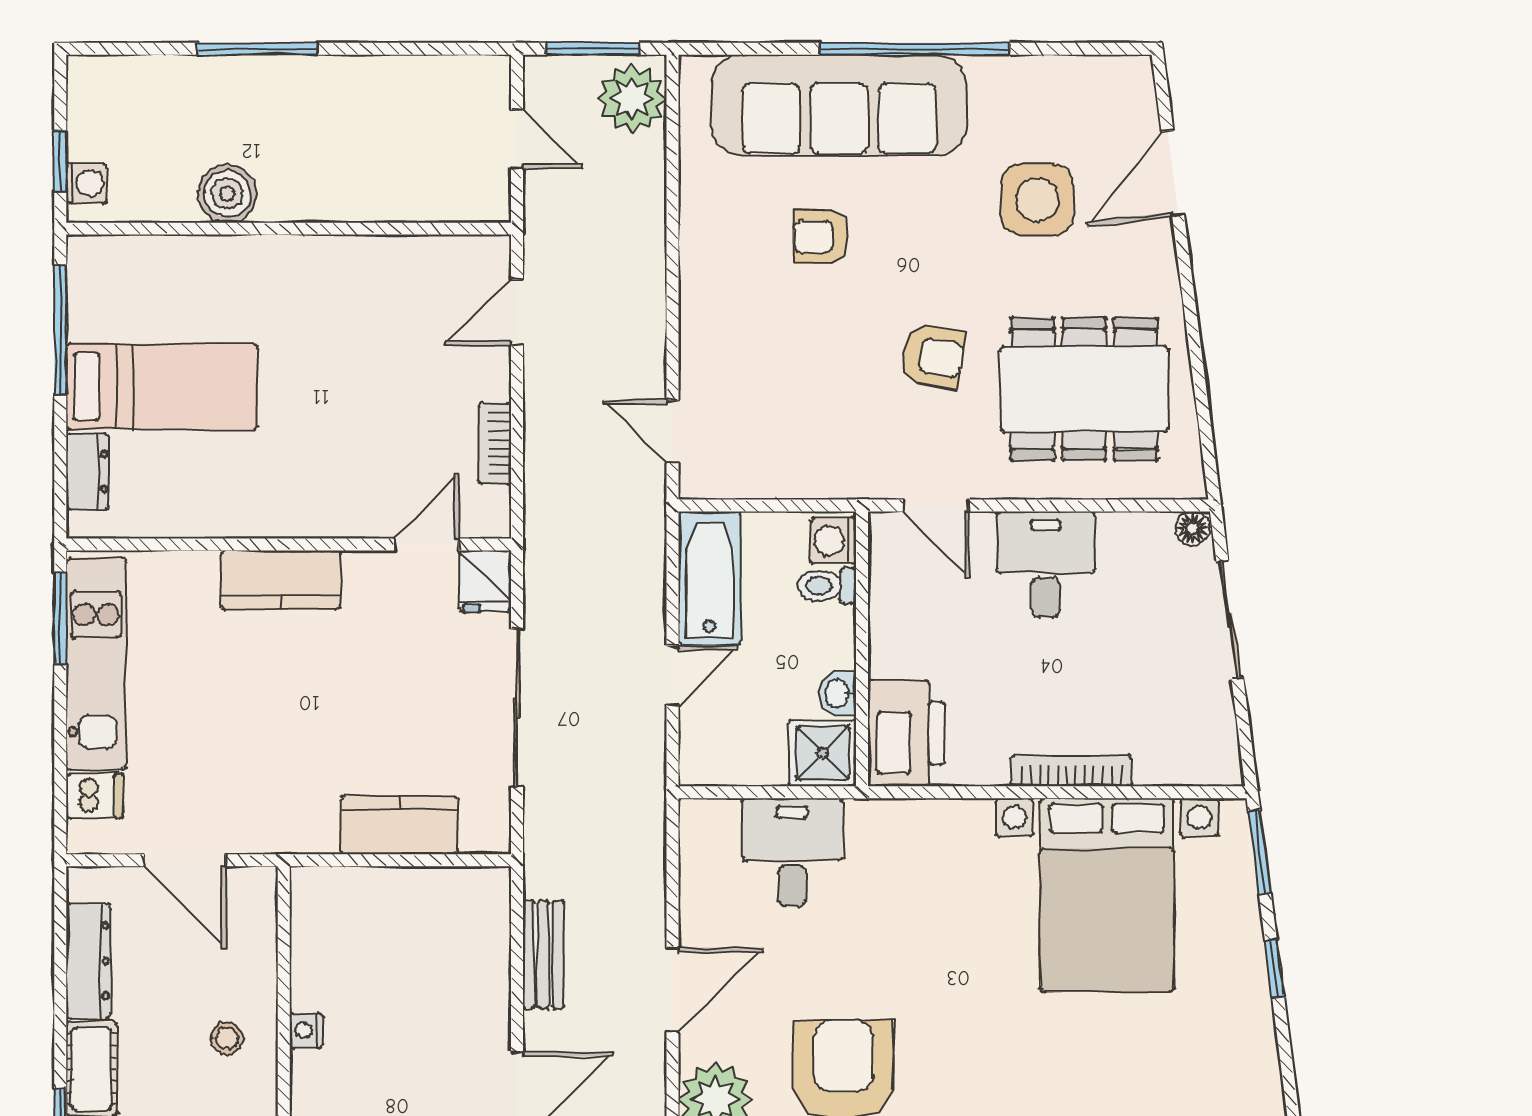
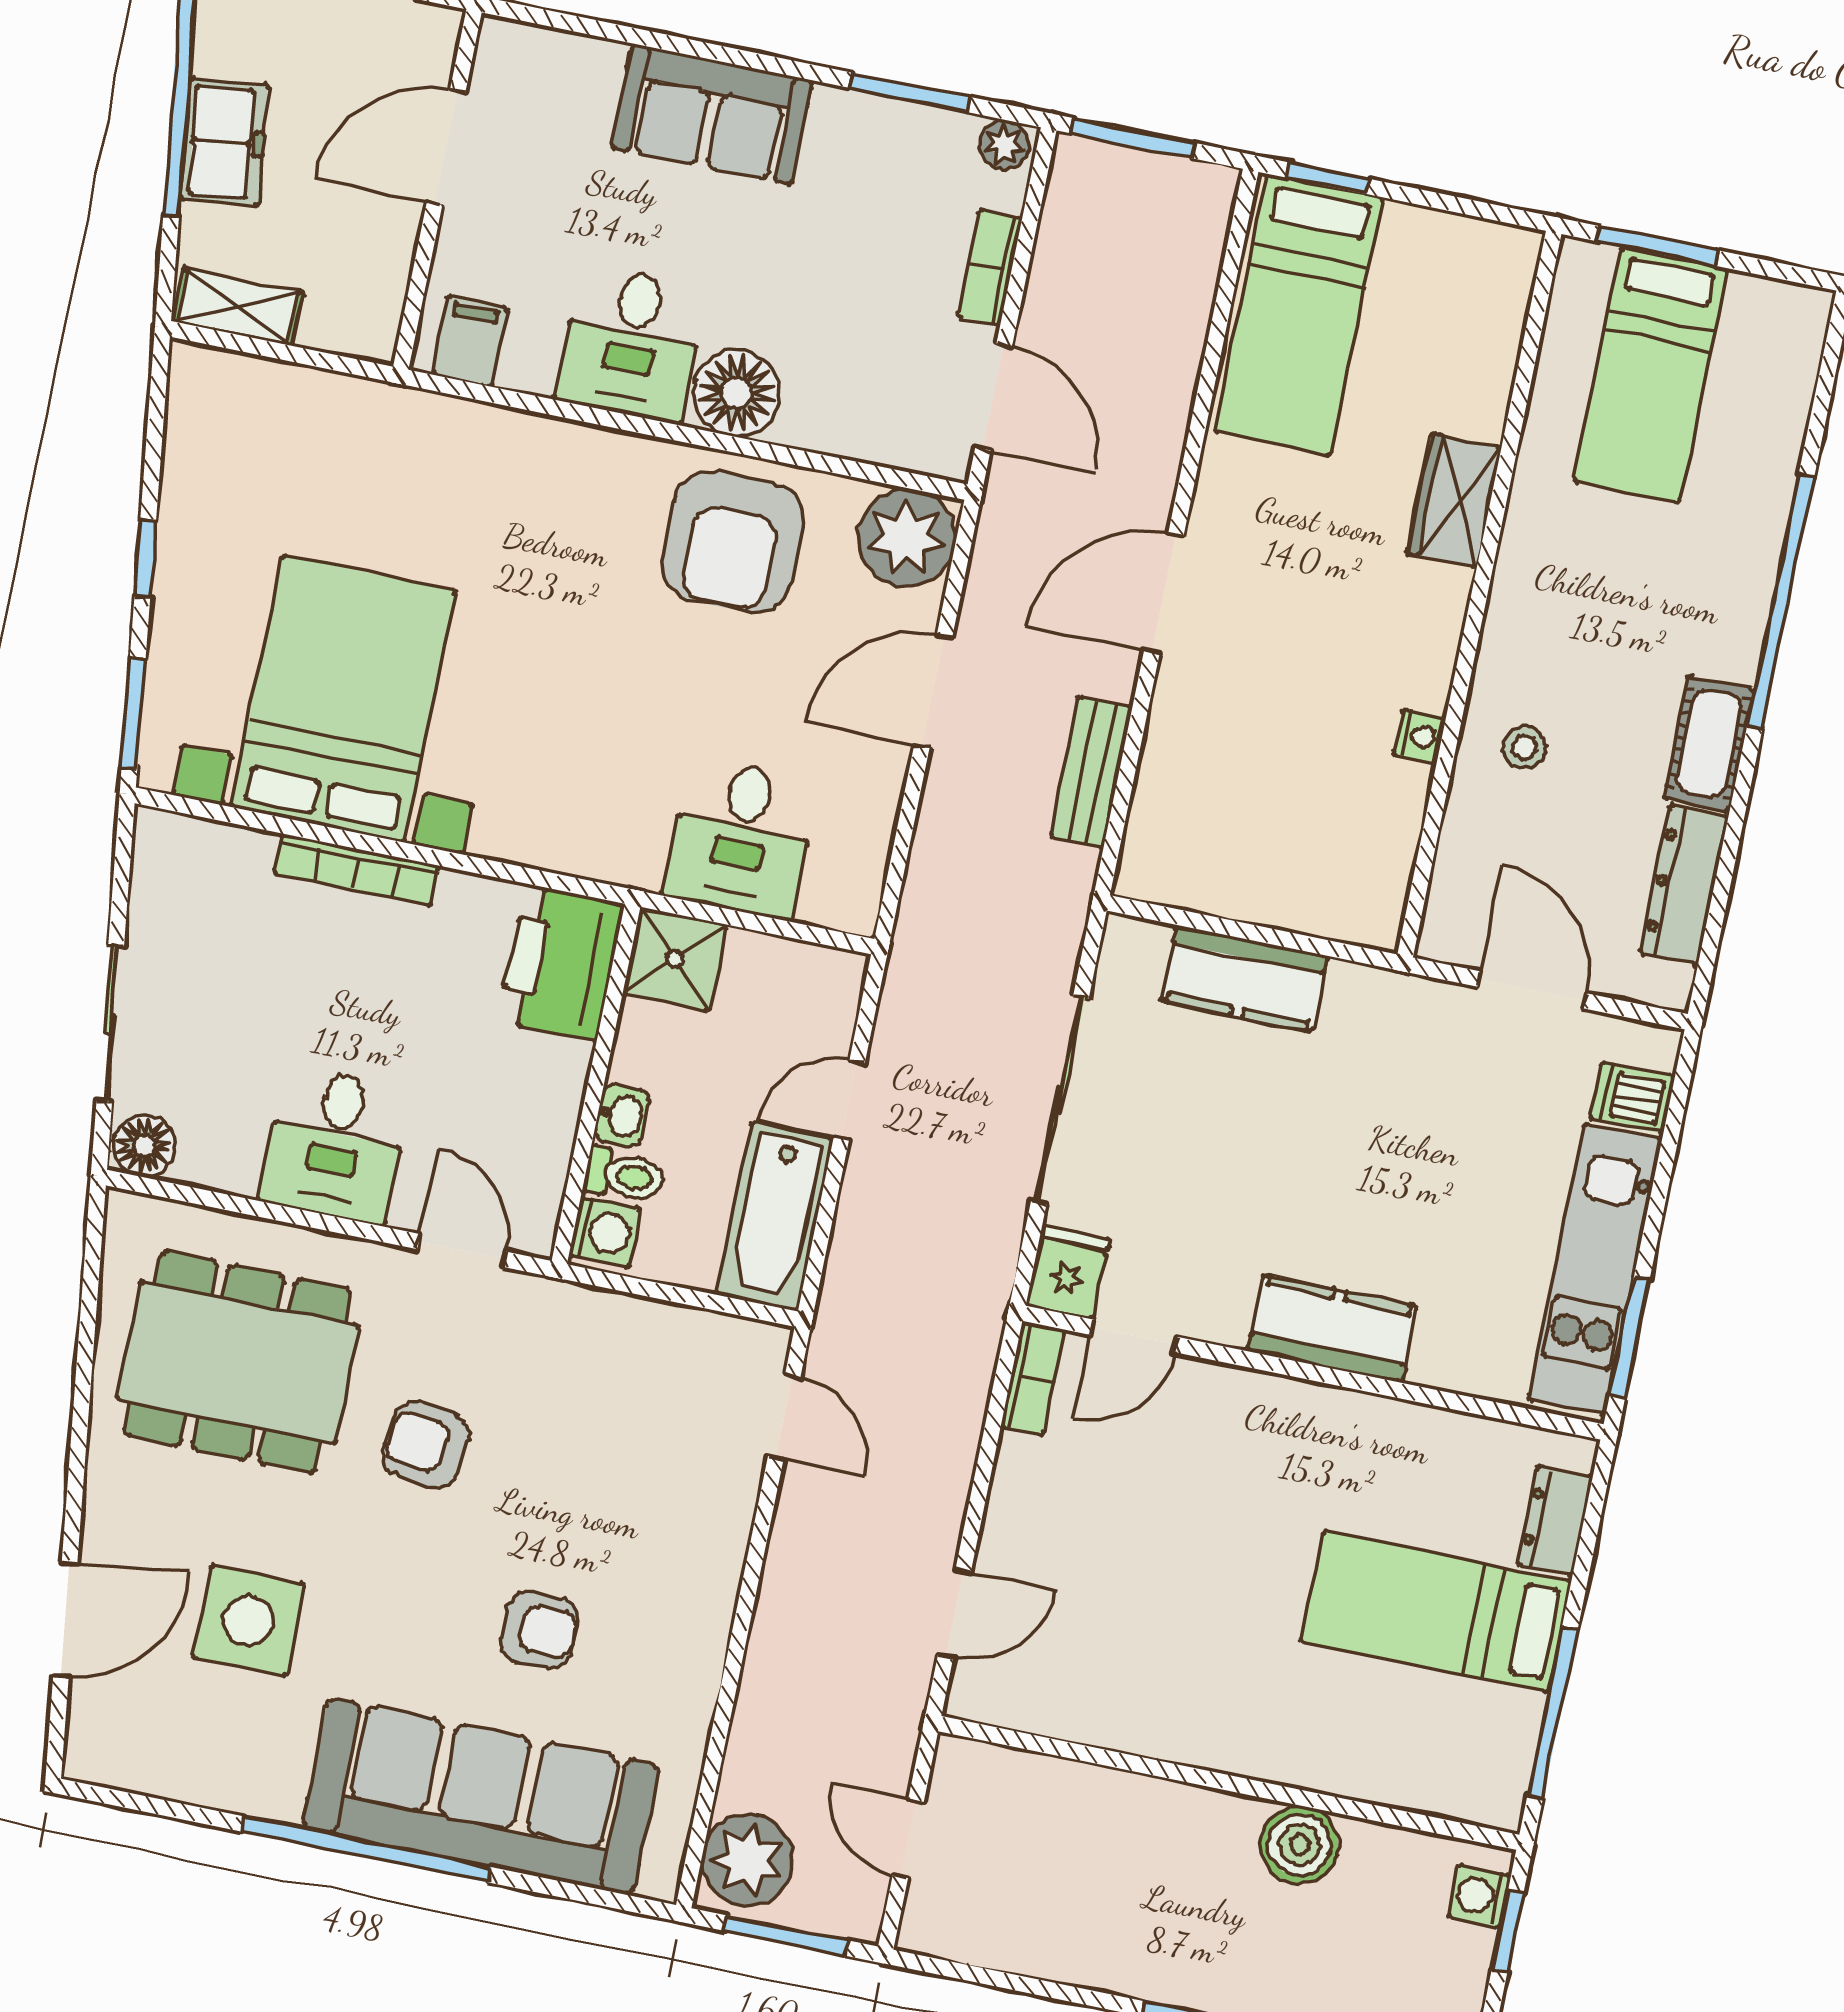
bookcase: (495, 444) -> (1033, 1379), moved
floor lamp: (1192, 528) -> (144, 1146), width x1.37, depth x1.37
washbasin: (838, 693) -> (622, 1115), moved

